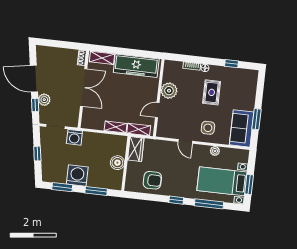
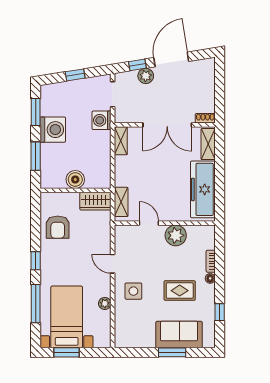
window: (256, 119) -> (172, 352), moved
shelving: (116, 127) -> (121, 141), moved
sofa: (242, 128) -> (179, 335), moved
door: (185, 141) -> (113, 264), hinge flipped

